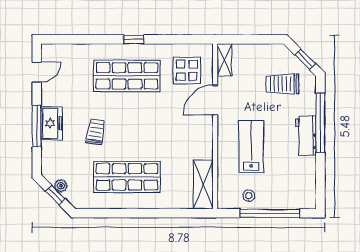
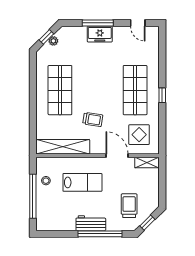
trolley: (96, 132) -> (93, 119), moved
shelving: (203, 185) -> (63, 147), width x1.47

